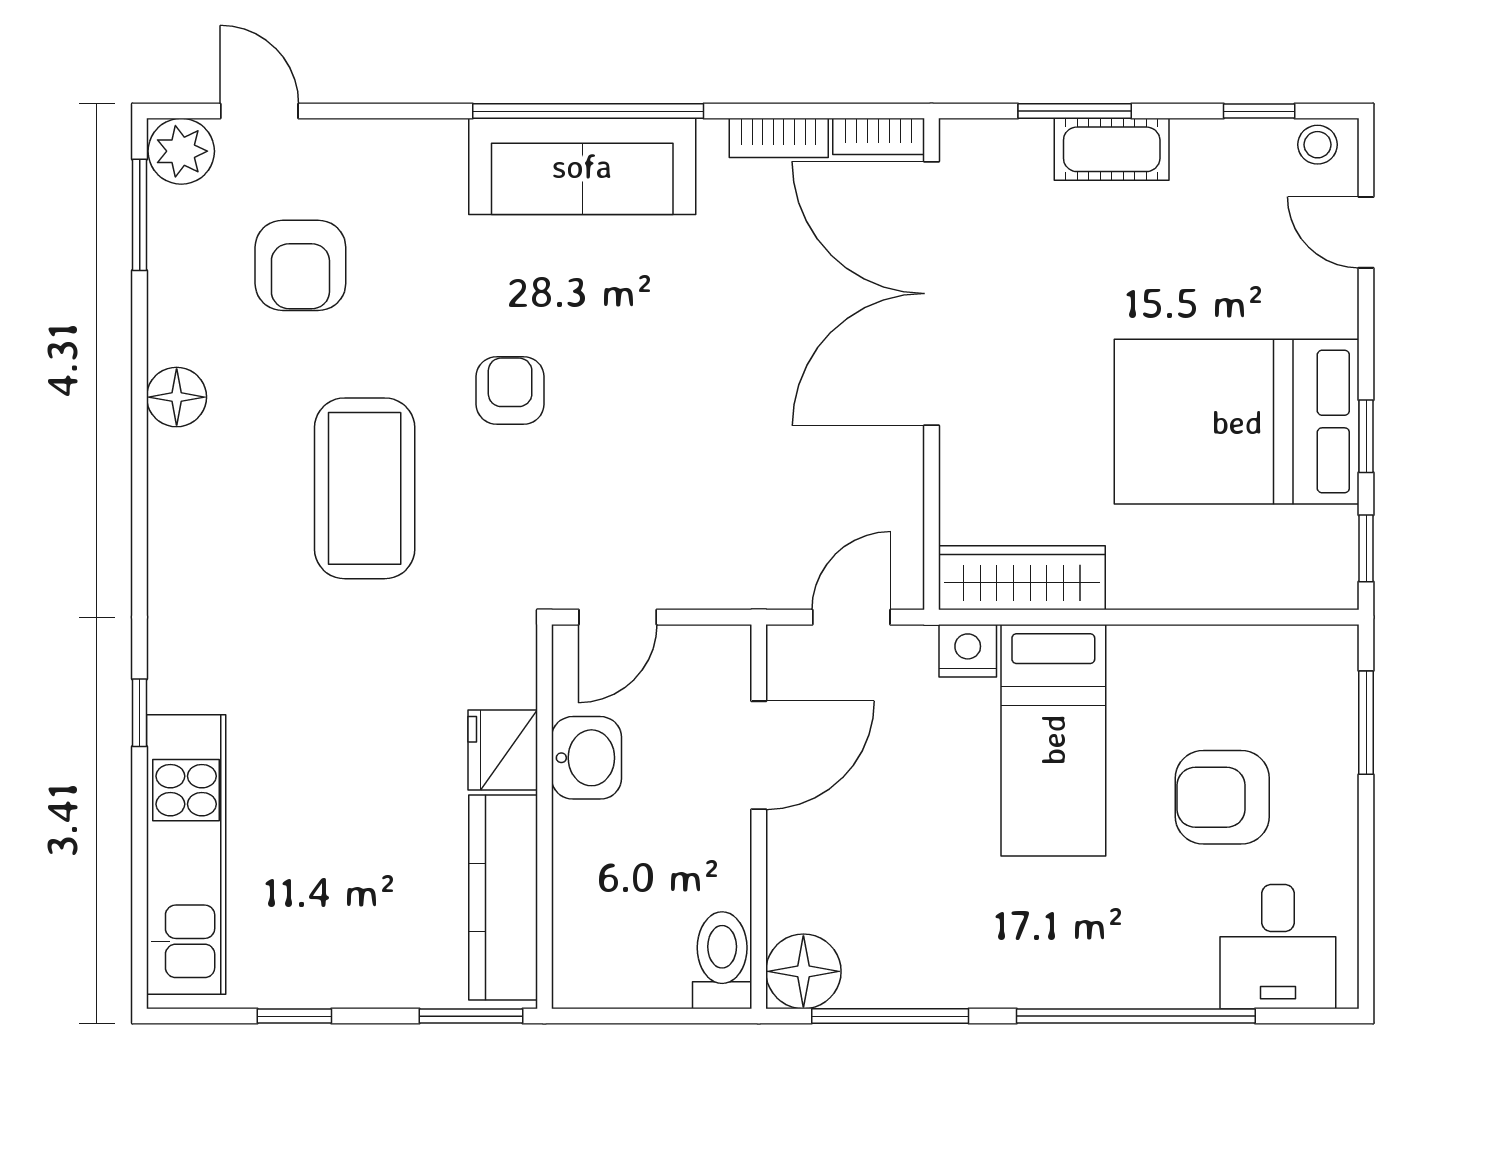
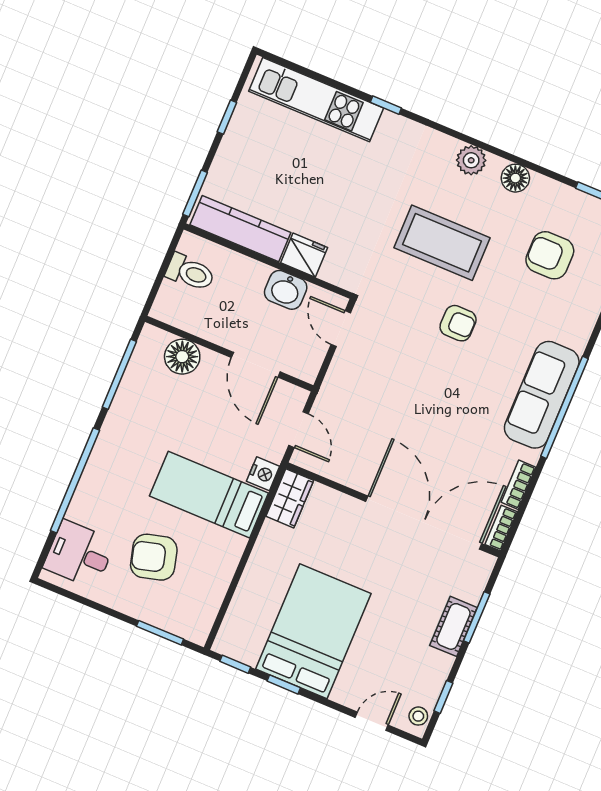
plant: (178, 499) -> (471, 160), added
wardrobe: (1022, 578) -> (290, 498), width x0.67
armchair: (1222, 797) -> (154, 557), turned -105
toilet: (722, 960) -> (190, 272), moved
floor lamp: (803, 971) -> (182, 357), moved

